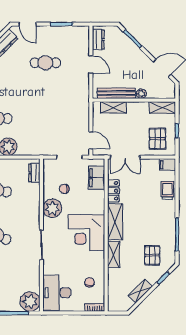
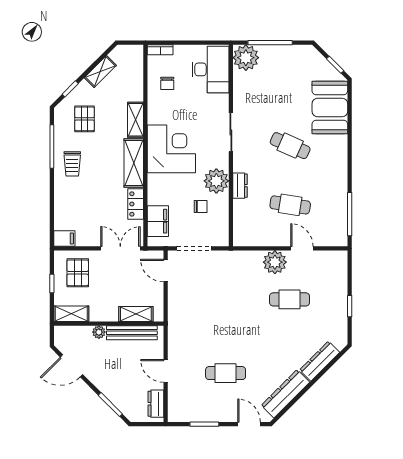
dresser: (34, 173) -> (240, 186), moved
trolley: (167, 190) -> (72, 164), moved

